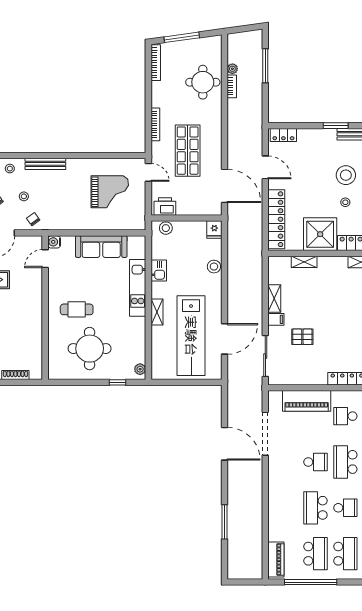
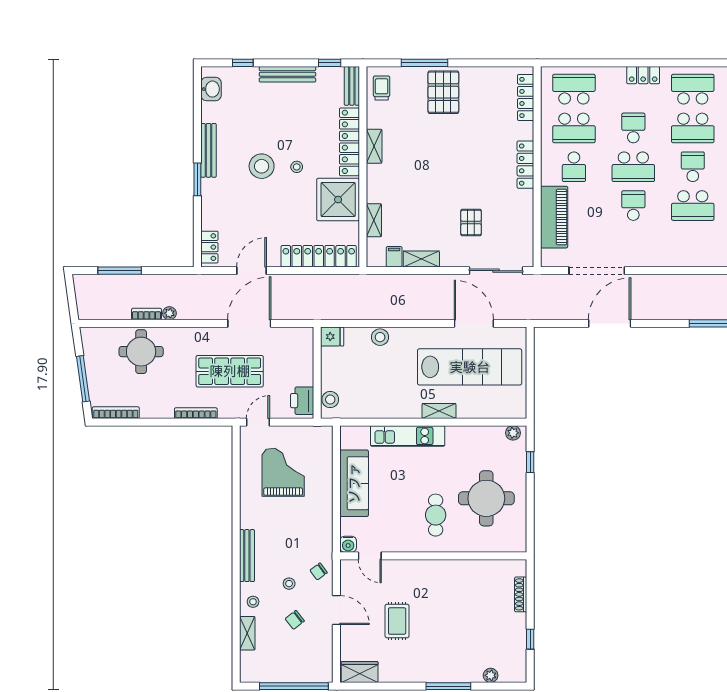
plant: (232, 69) -> (169, 313), moved
door: (225, 186) -> (249, 323), moved
kitchen sink: (159, 270) -> (385, 409), removed
filing cabinet: (276, 319) -> (394, 257), moved

